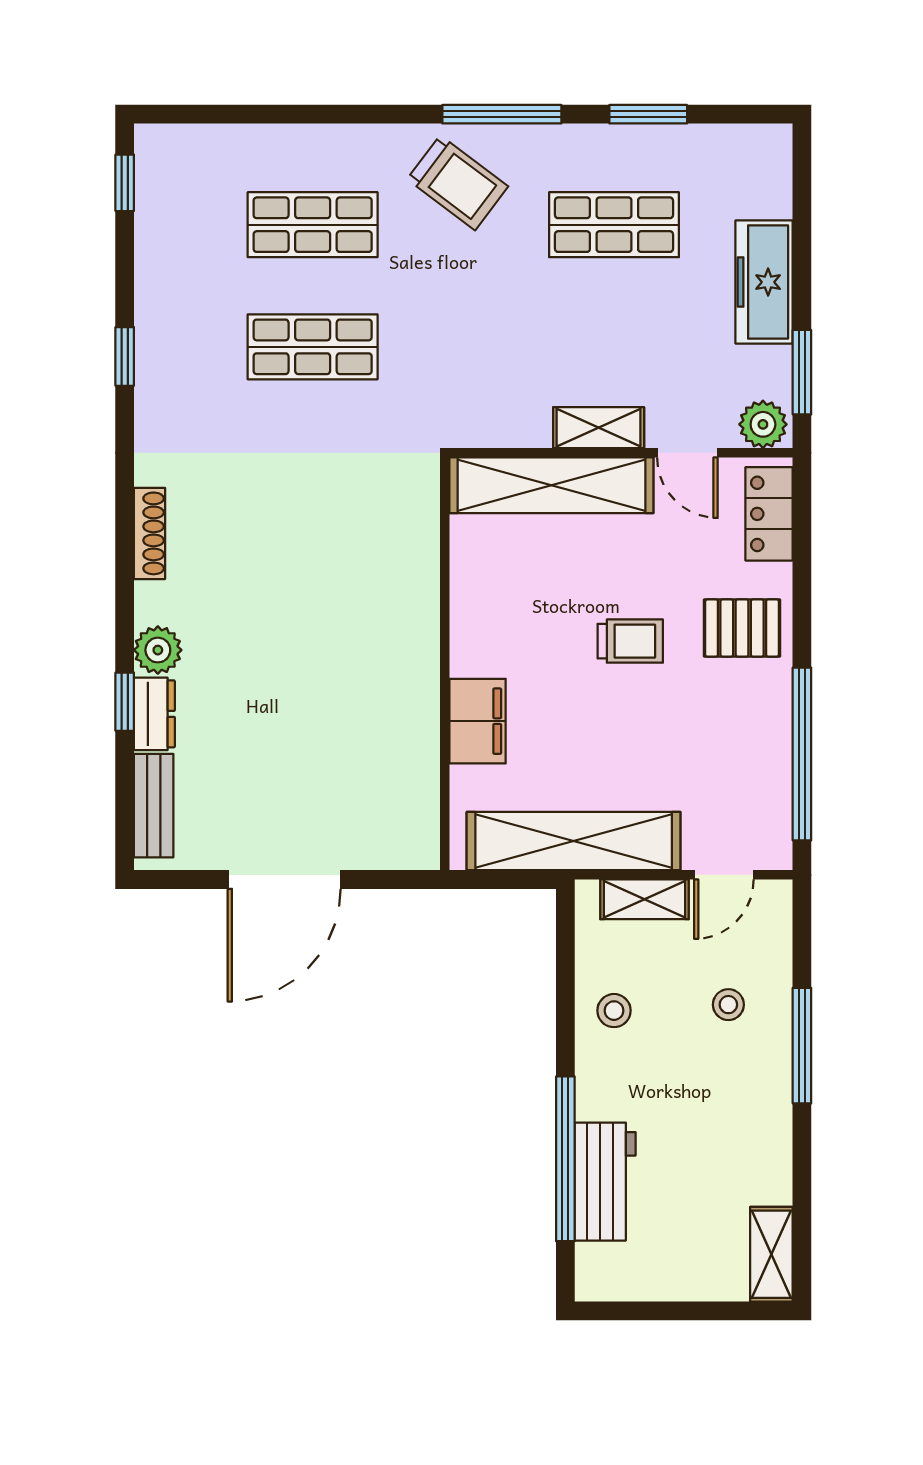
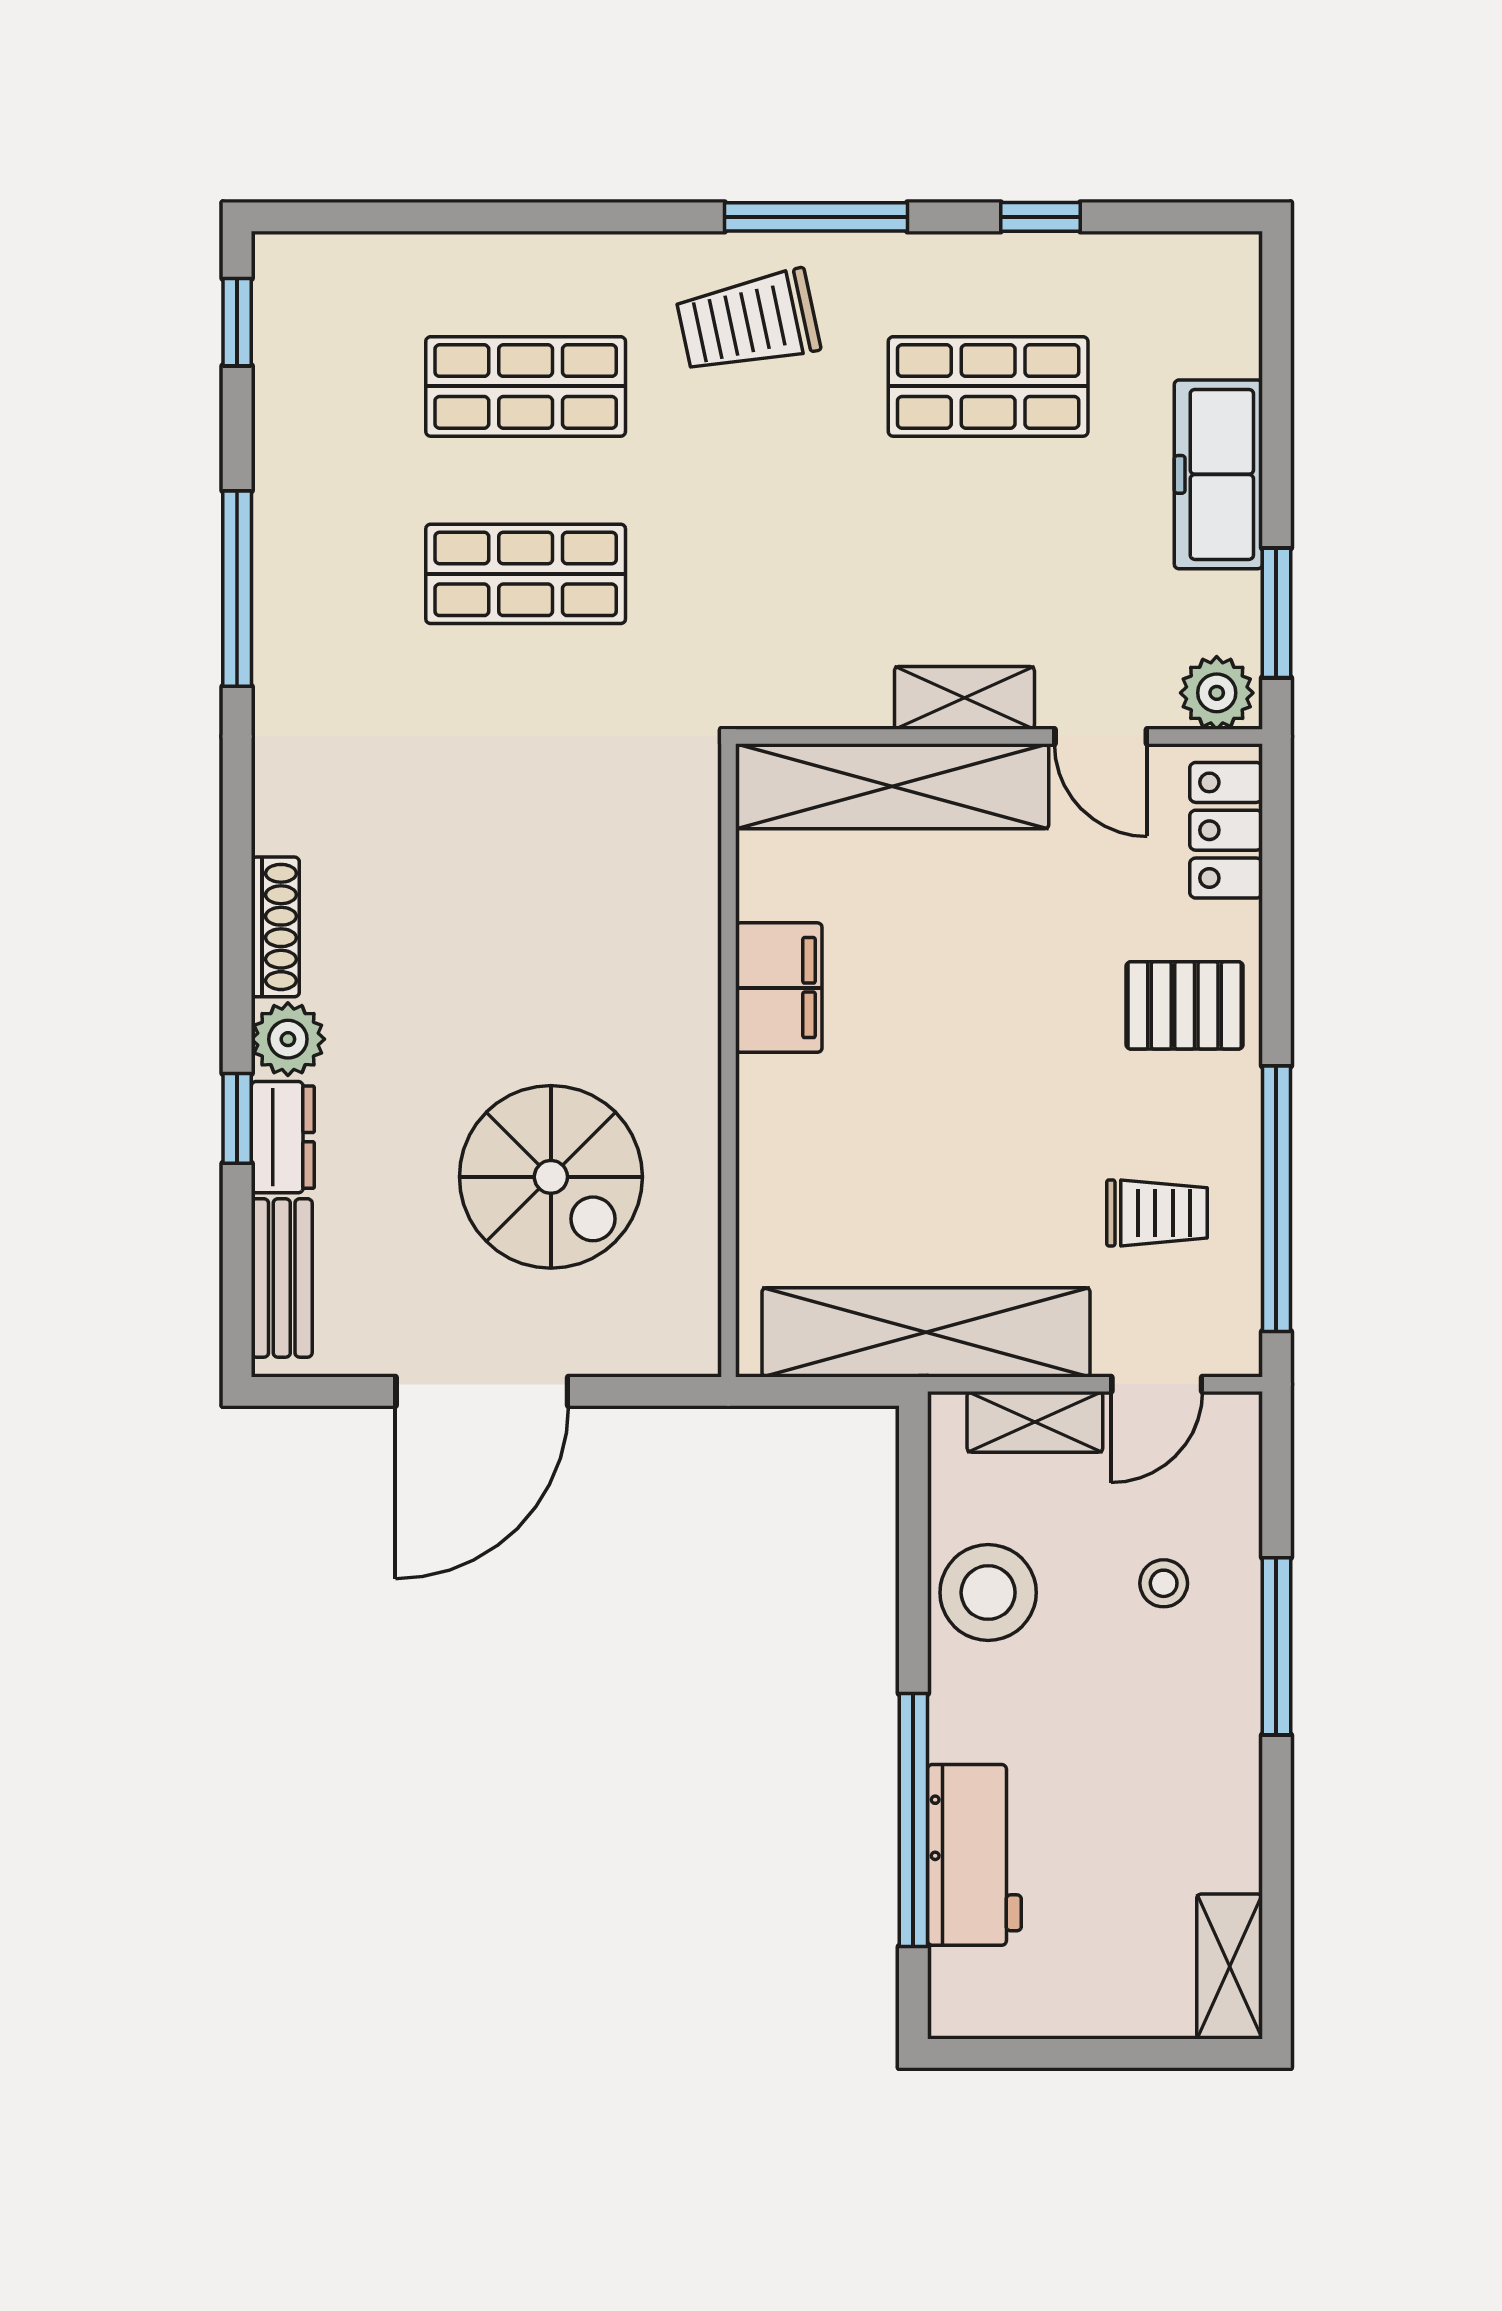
window: (648, 114) -> (1041, 217), width x0.67
trolley: (458, 183) -> (748, 322), turned 131
window: (125, 356) -> (237, 589), width x2.17
shoe rack: (149, 533) -> (275, 927), moved
trolley: (630, 641) -> (1157, 1213), moved
filing cabinet: (478, 721) -> (779, 988), moved
spiral stairs: (329, 740) -> (551, 1177), added
stool: (614, 1011) -> (988, 1593), width x1.89, depth x1.89

